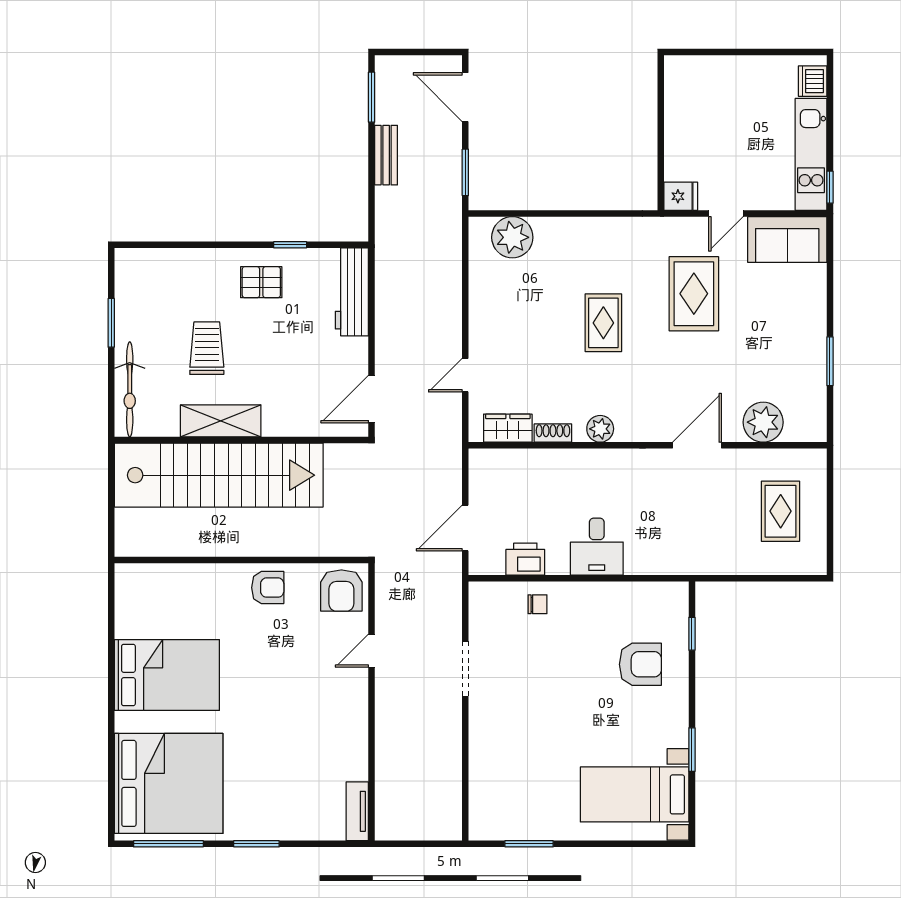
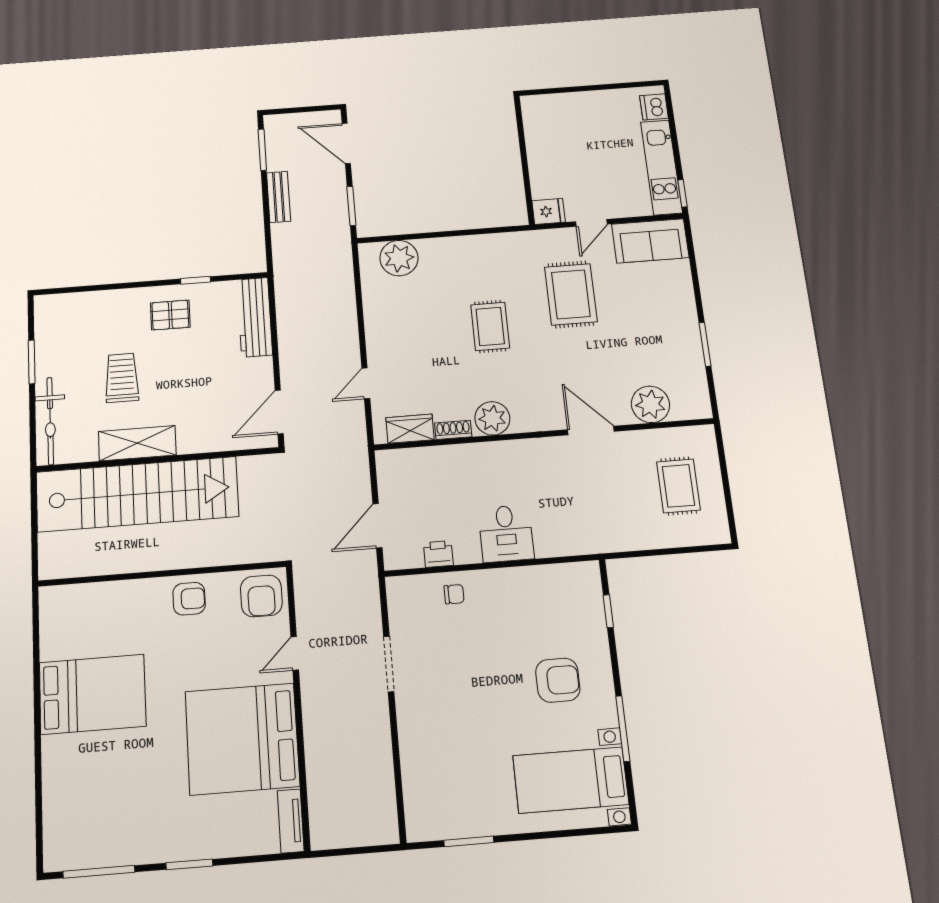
plant: (600, 429) -> (492, 418), width x1.36, depth x1.36
door: (697, 445) -> (591, 431), hinge flipped
printer: (525, 559) -> (438, 554), width x0.73, depth x0.81
armchair: (640, 664) -> (558, 680), moved
window: (692, 750) -> (623, 729), width x1.44
bed: (169, 783) -> (242, 739), moved, turned 180

